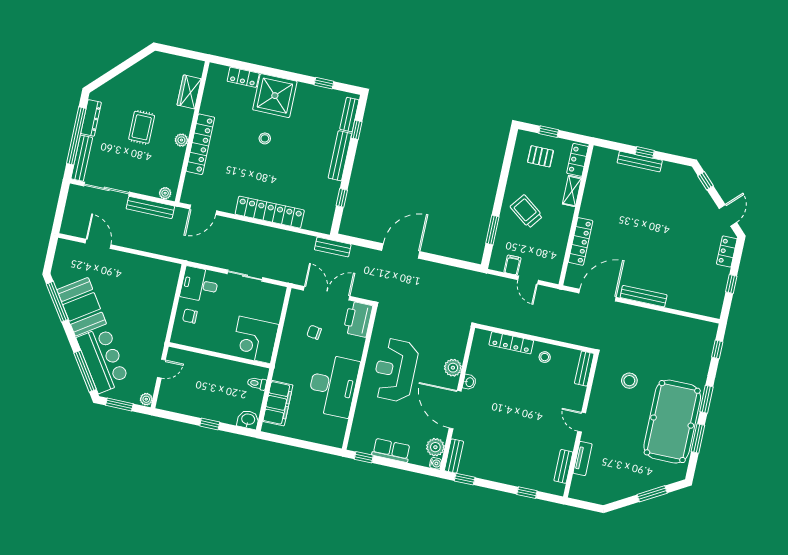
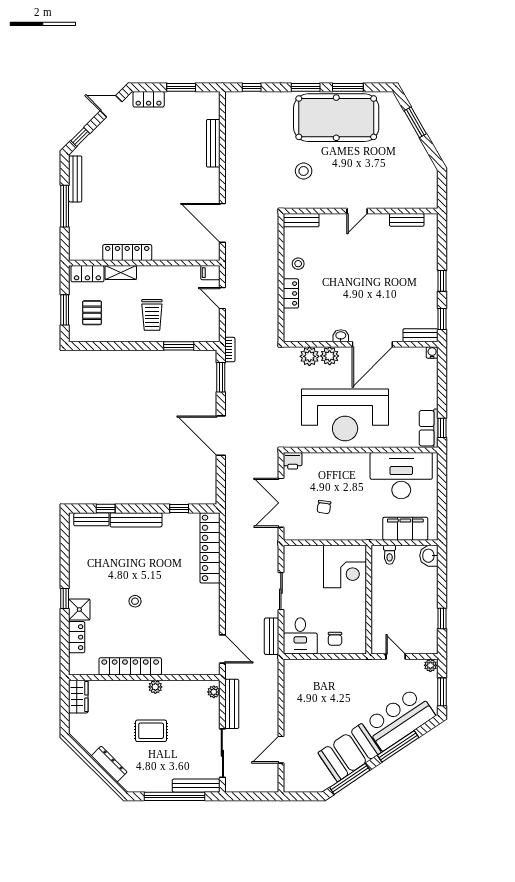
window: (324, 83) -> (65, 598), moved
wardrobe: (189, 92) -> (78, 697), moved, turned -90
shower: (275, 96) -> (79, 610), width x0.54, depth x0.54
dresser: (91, 118) -> (109, 764), moved, turned 45
window: (549, 132) -> (65, 310), width x1.50
locker: (200, 144) -> (130, 666), moved
window: (645, 152) -> (65, 206), width x2.17
bench: (640, 162) -> (75, 179), moved
trolley: (526, 211) -> (152, 315), turned -37
locker: (270, 212) -> (210, 548), moved
locker: (580, 241) -> (127, 252), moved
bench: (333, 247) -> (272, 636), moved
window: (455, 263) -> (221, 377), added
filing cabinet: (512, 265) -> (210, 273), moved
bookcase: (479, 277) -> (230, 350), added
door: (528, 280) -> (222, 298), swing flipped
window: (731, 284) -> (181, 87), width x1.50
bench: (644, 296) -> (213, 143), moved
printer: (358, 319) -> (293, 461), width x0.53, depth x0.68
locker: (511, 343) -> (291, 293), width x0.66
reception desk: (395, 370) -> (345, 415), width x1.36, depth x1.30
window: (85, 371) -> (398, 746), moved
desk: (333, 386) -> (401, 476), moved
window: (210, 424) -> (442, 619), moved
plant: (435, 447) -> (309, 356), moved
row of seats: (391, 450) -> (429, 428), moved
tv unit: (583, 459) -> (394, 202), removed
window: (527, 493) -> (442, 281), moved

